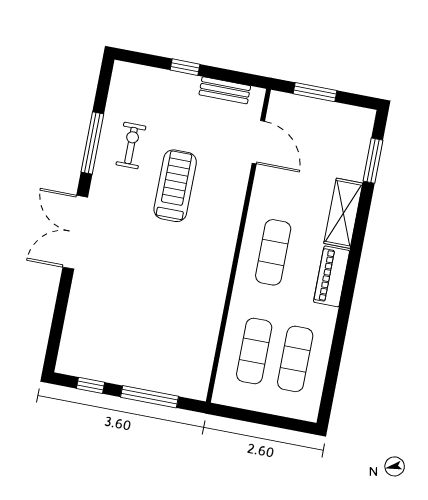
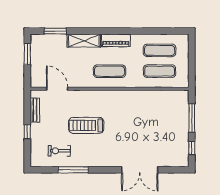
window: (315, 92) -> (27, 54), moved
door: (258, 142) -> (57, 89), hinge flipped
exercise bike: (131, 145) -> (59, 151), moved
double door: (75, 232) -> (140, 170), moved

